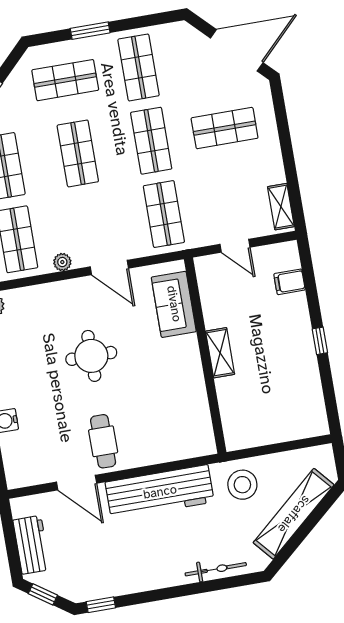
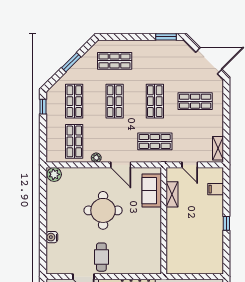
window: (90, 31) -> (166, 37), moved
shop shelf: (139, 67) -> (155, 61), removed
shop shelf: (164, 214) -> (155, 141), turned 90
shelving: (220, 353) -> (172, 194), moved
round table: (91, 356) -> (103, 210), width x1.36, depth x1.36

